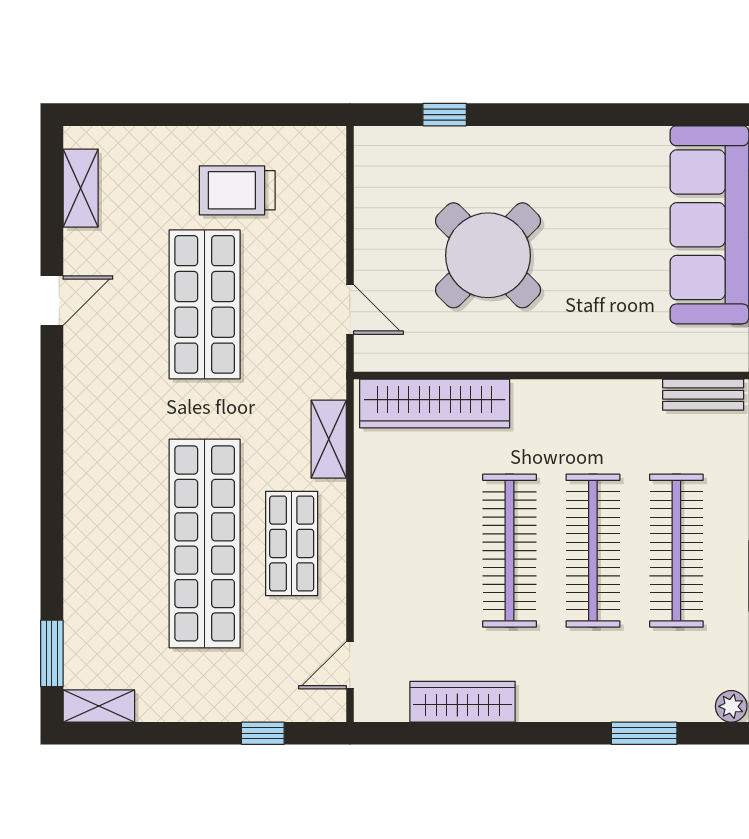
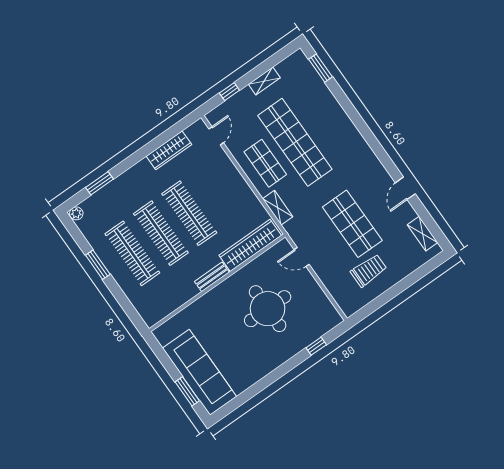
round table: (488, 255) -> (268, 309), turned 45
bench: (703, 395) -> (212, 277), moved
shelving: (99, 706) -> (264, 81), moved

